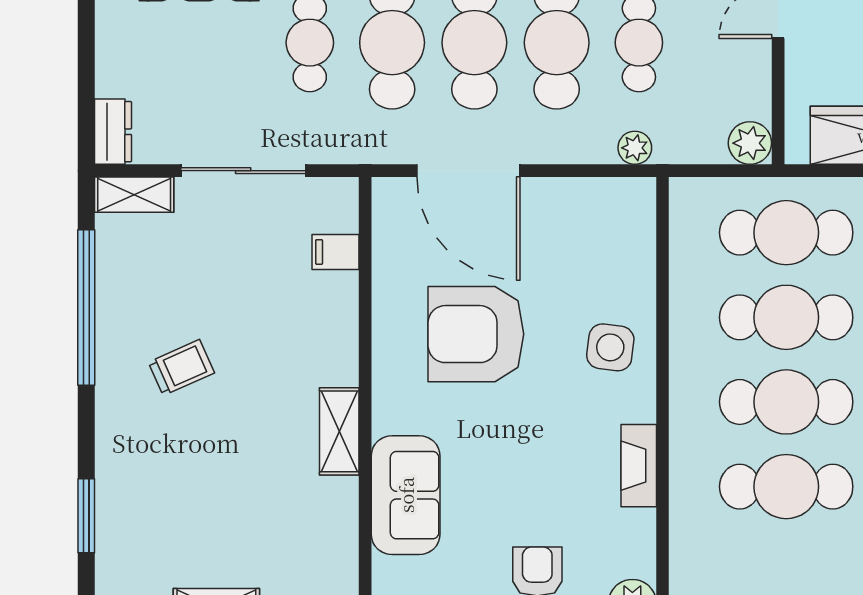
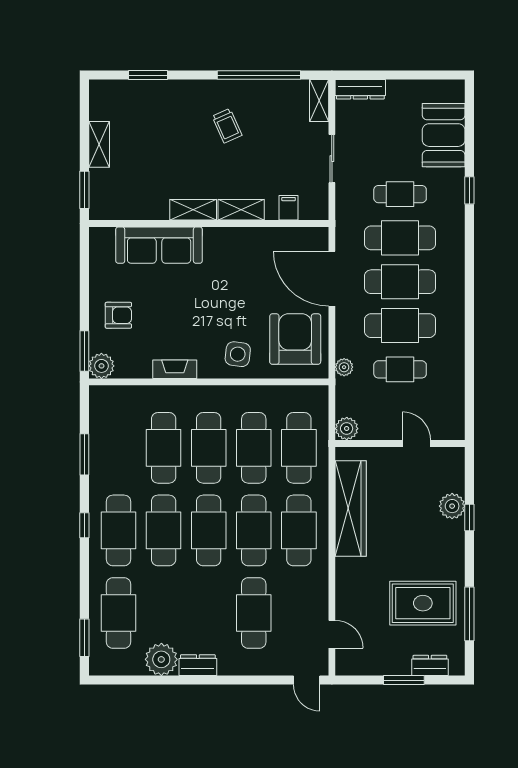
dresser: (113, 132) -> (360, 89), width x1.44
sliding door: (243, 171) -> (332, 159), width x0.73
door: (468, 171) -> (332, 279), hinge flipped
armchair: (476, 334) -> (295, 339), moved
shelving: (339, 341) -> (241, 210), added
sofa: (406, 495) -> (159, 245), width x1.36

